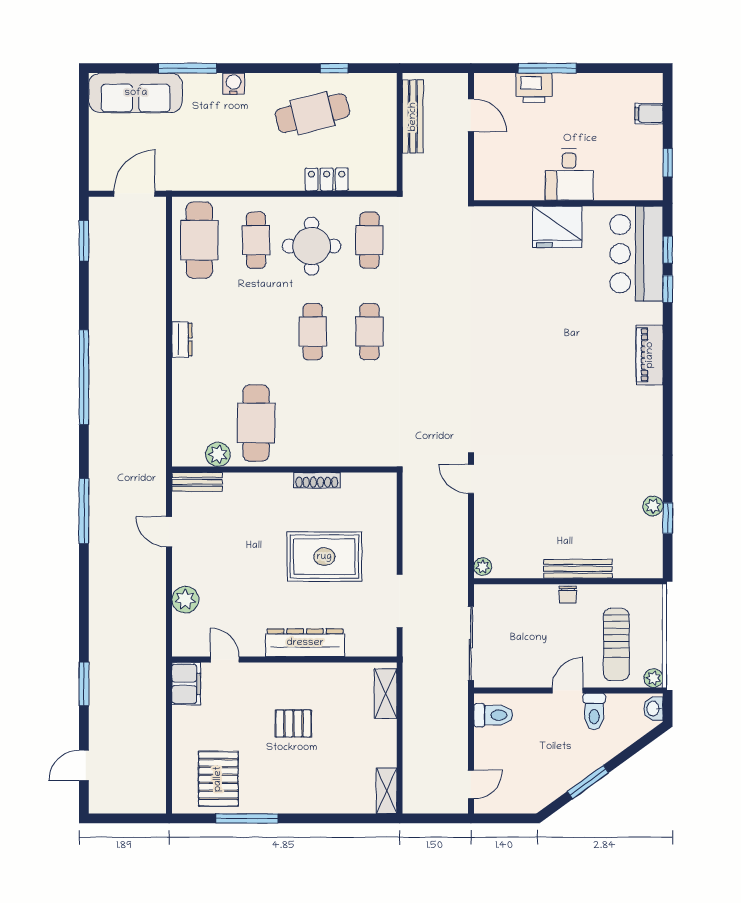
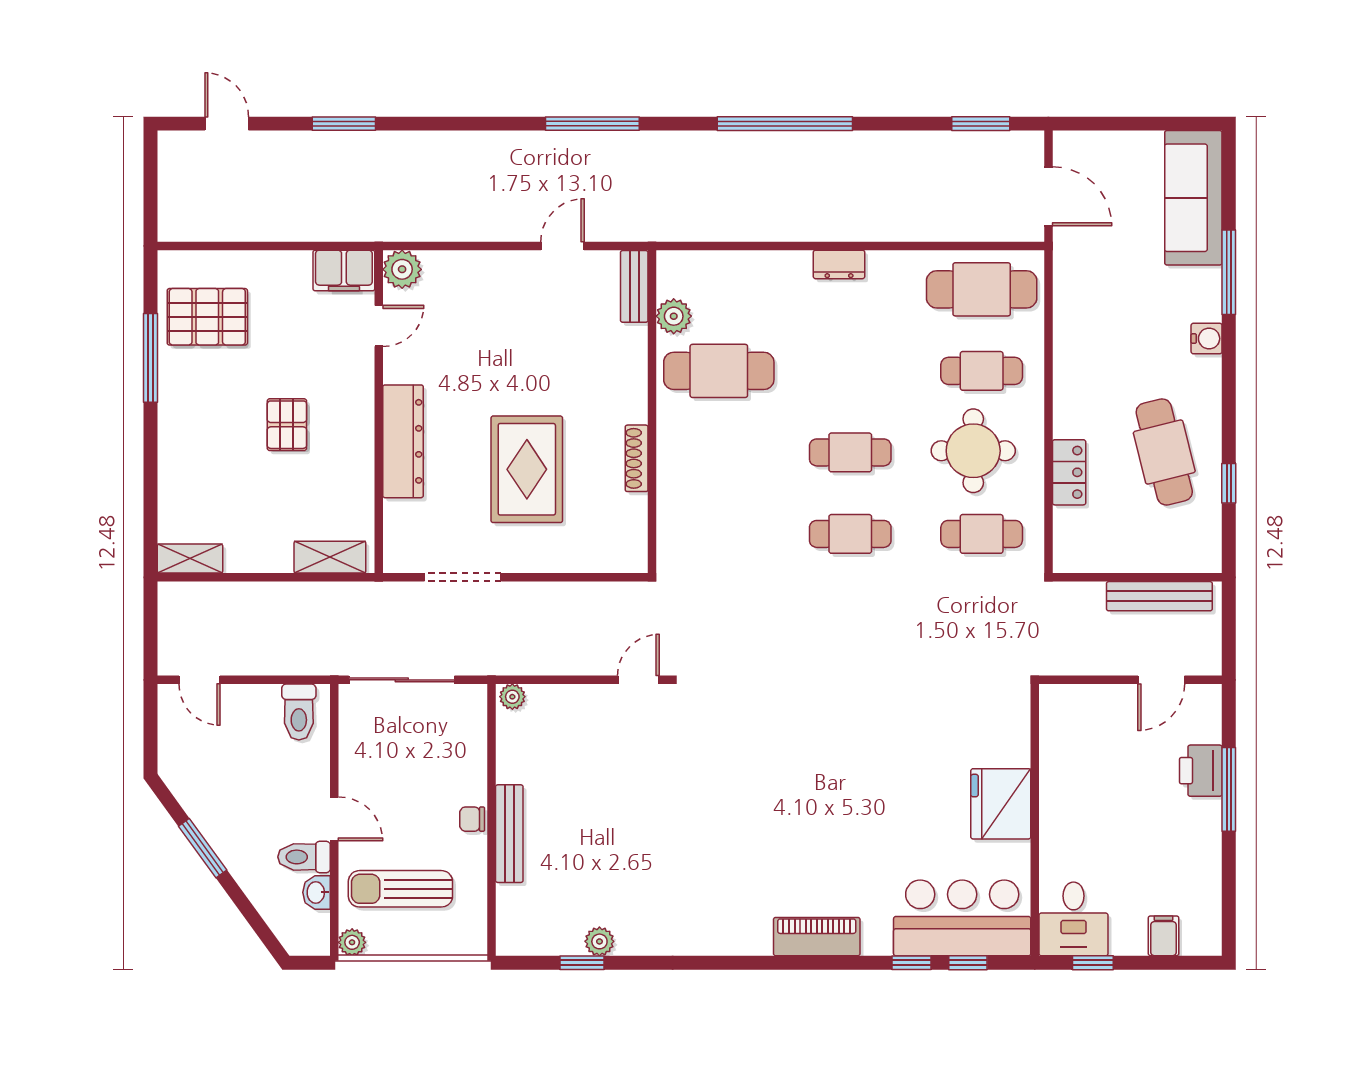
desk: (569, 175) -> (1074, 919), moved, turned -90
plant: (185, 600) -> (402, 269), moved
washbasin: (653, 709) -> (317, 892), moved, turned -90

